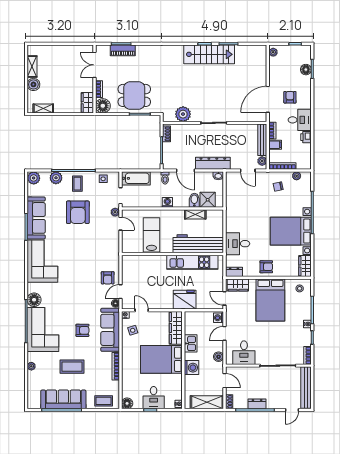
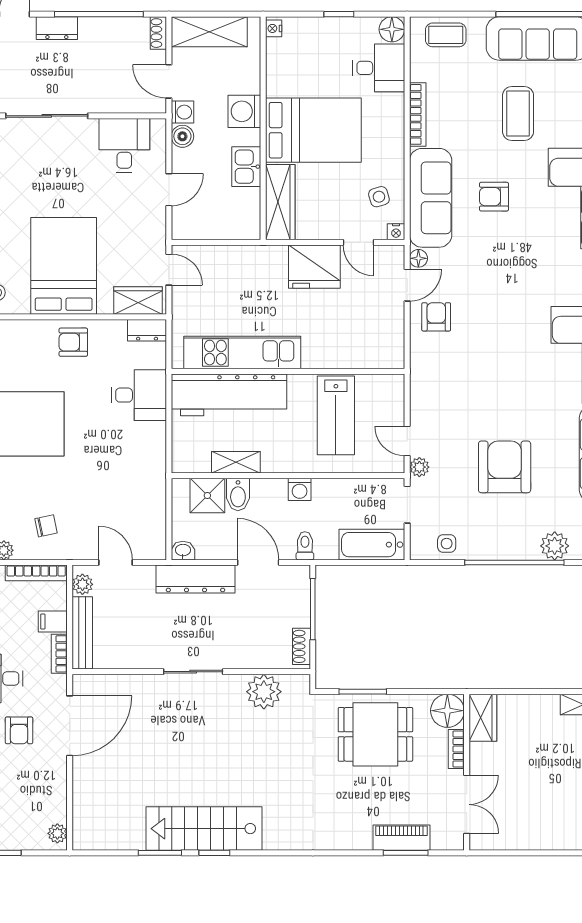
coffee table: (77, 184) -> (506, 533), removed
fridge: (185, 300) -> (314, 267), moved
washing machine: (219, 318) -> (182, 112), moved
coffee table: (72, 367) -> (518, 114), turned 90
desk: (154, 398) -> (379, 68), moved, turned 90
dresser: (257, 404) -> (57, 28), moved

